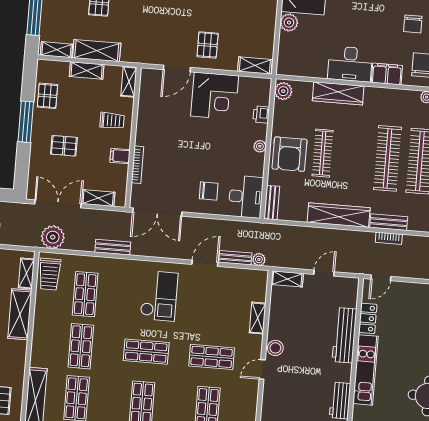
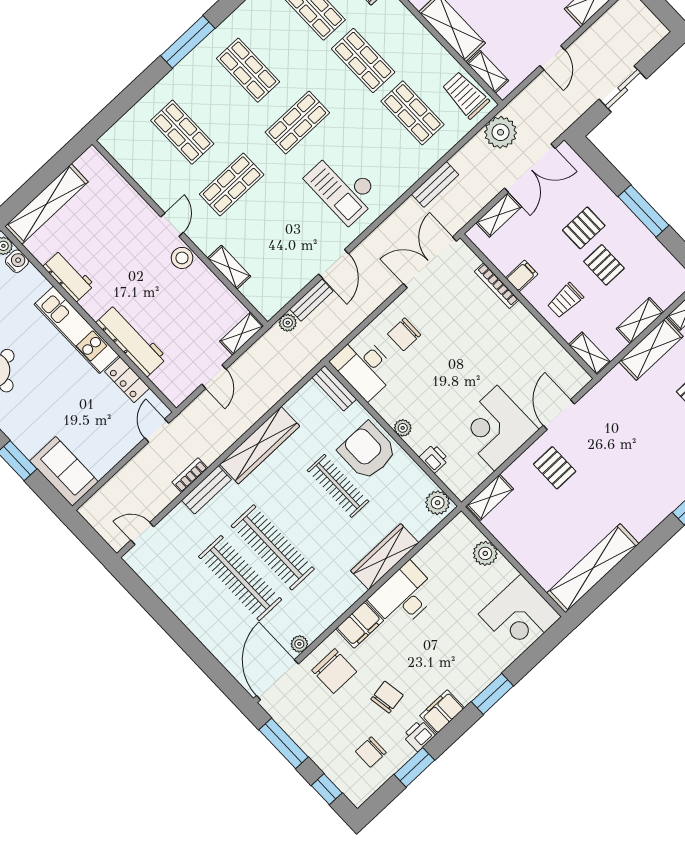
plant: (289, 23) -> (485, 553), moved
chair: (413, 24) -> (387, 697), turned 81
pallet: (47, 96) -> (604, 265), moved

